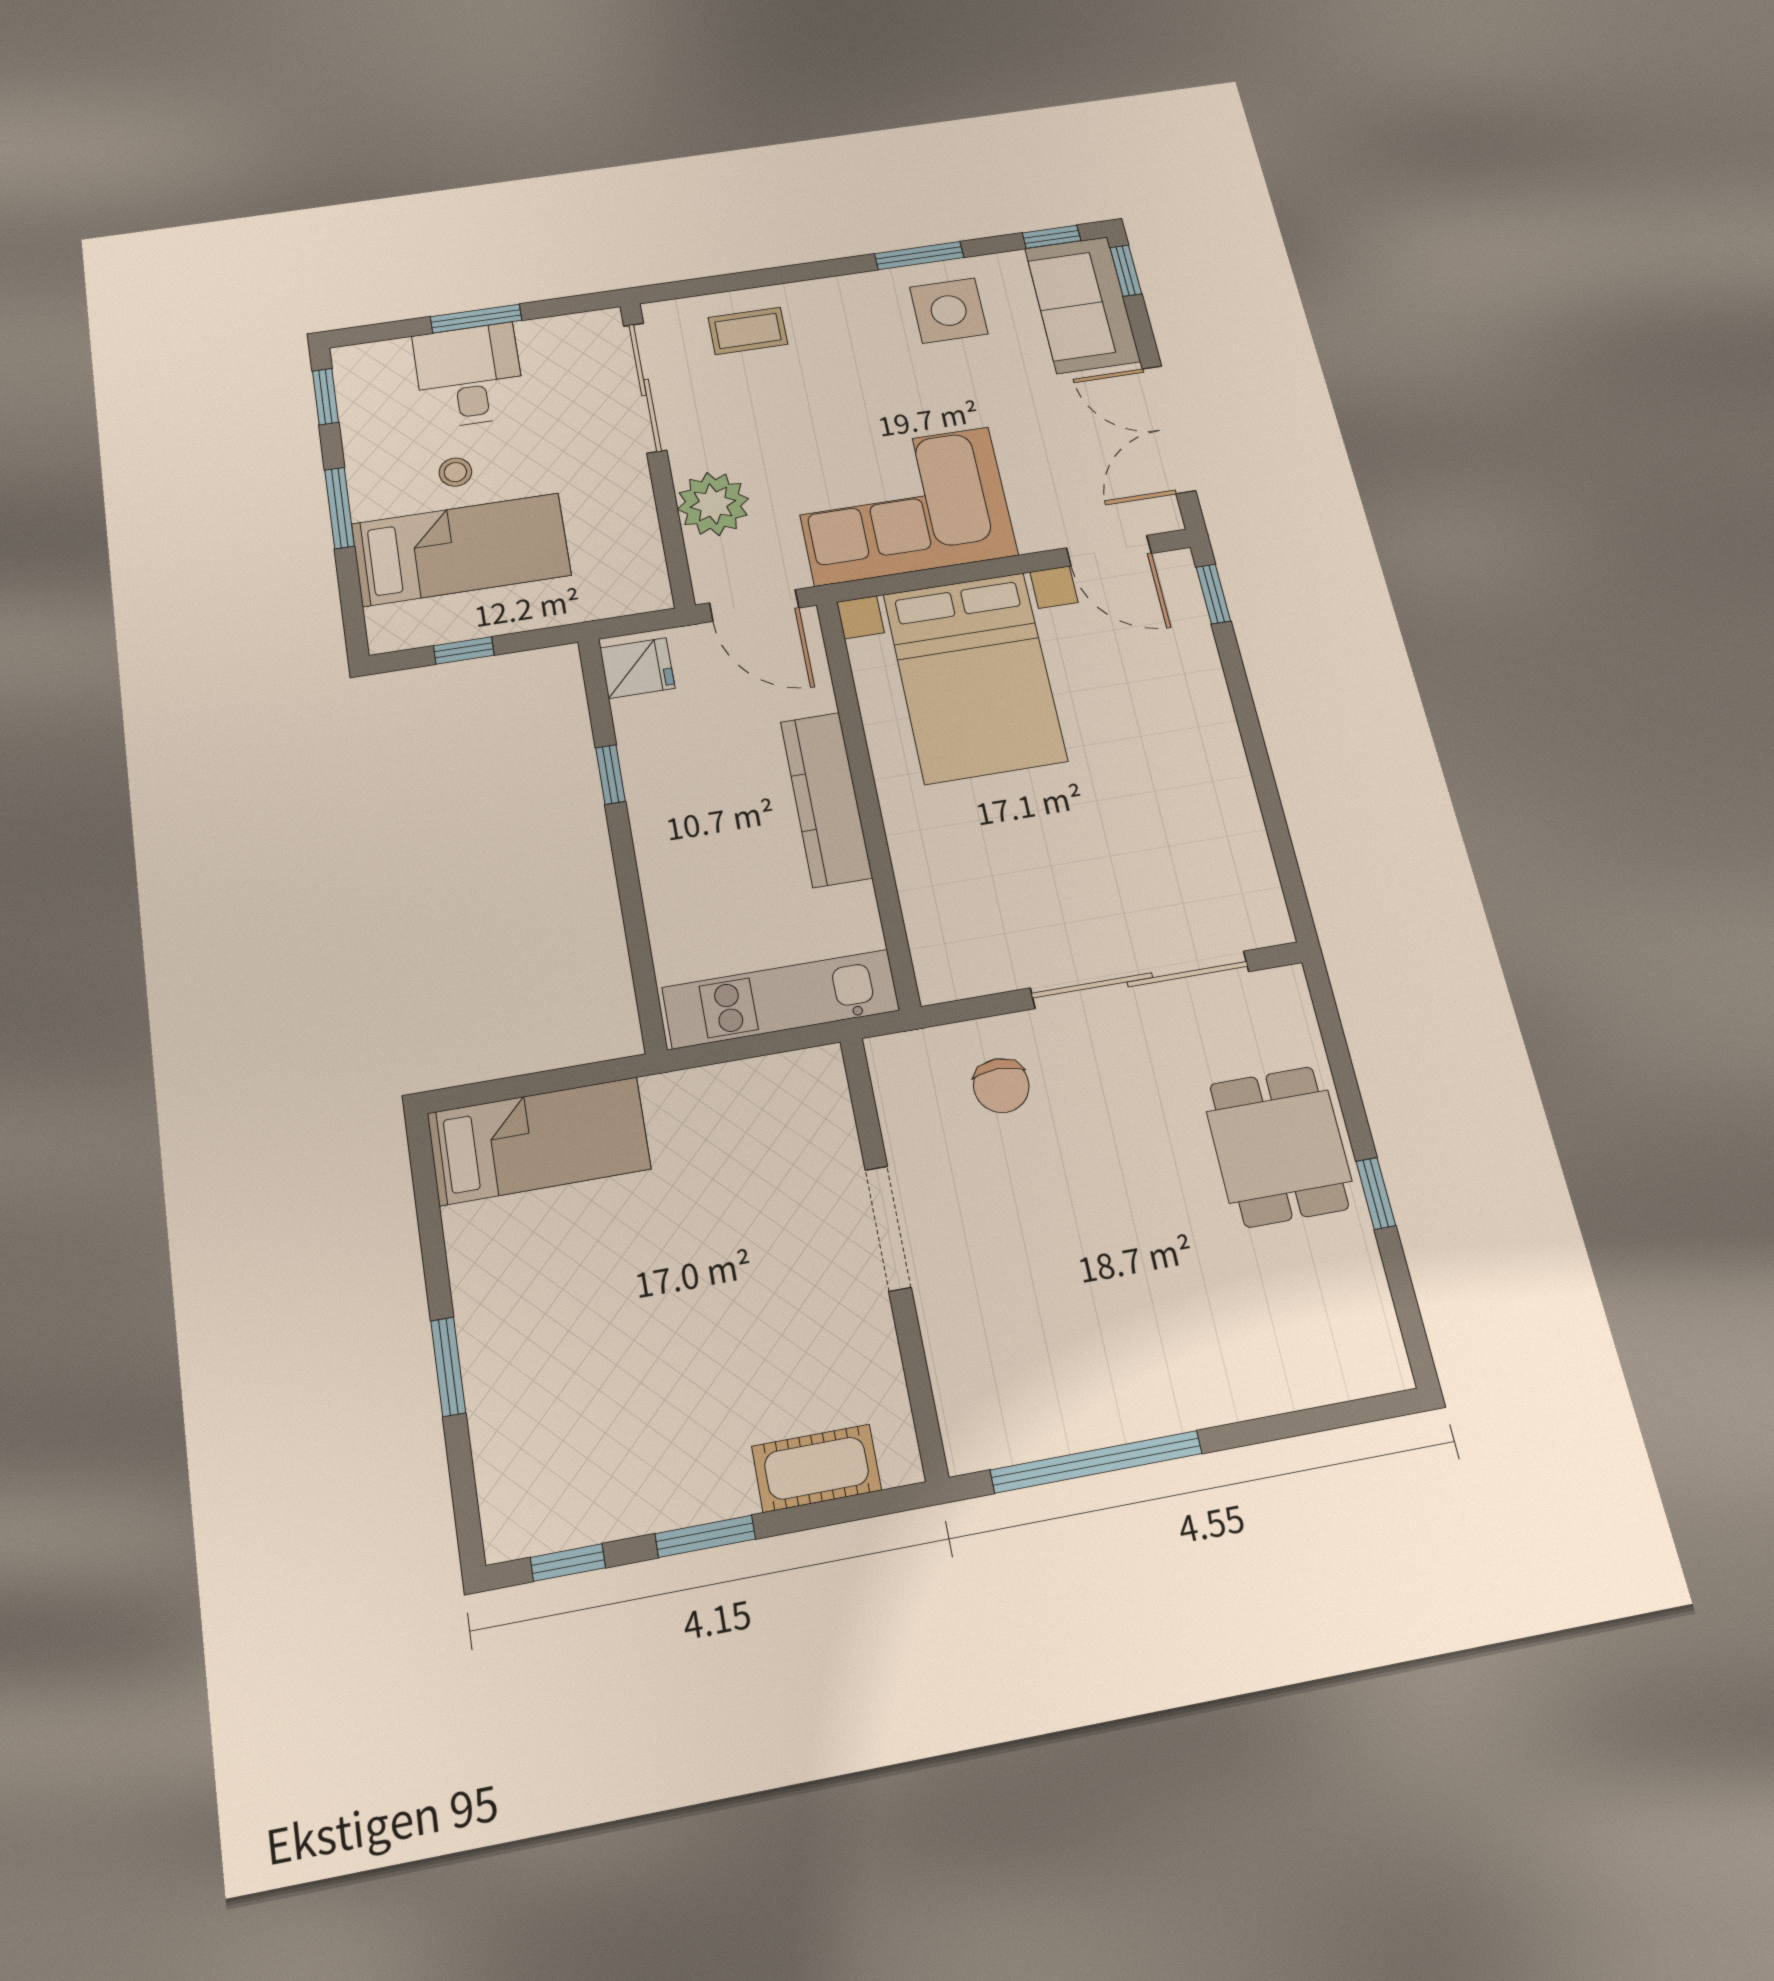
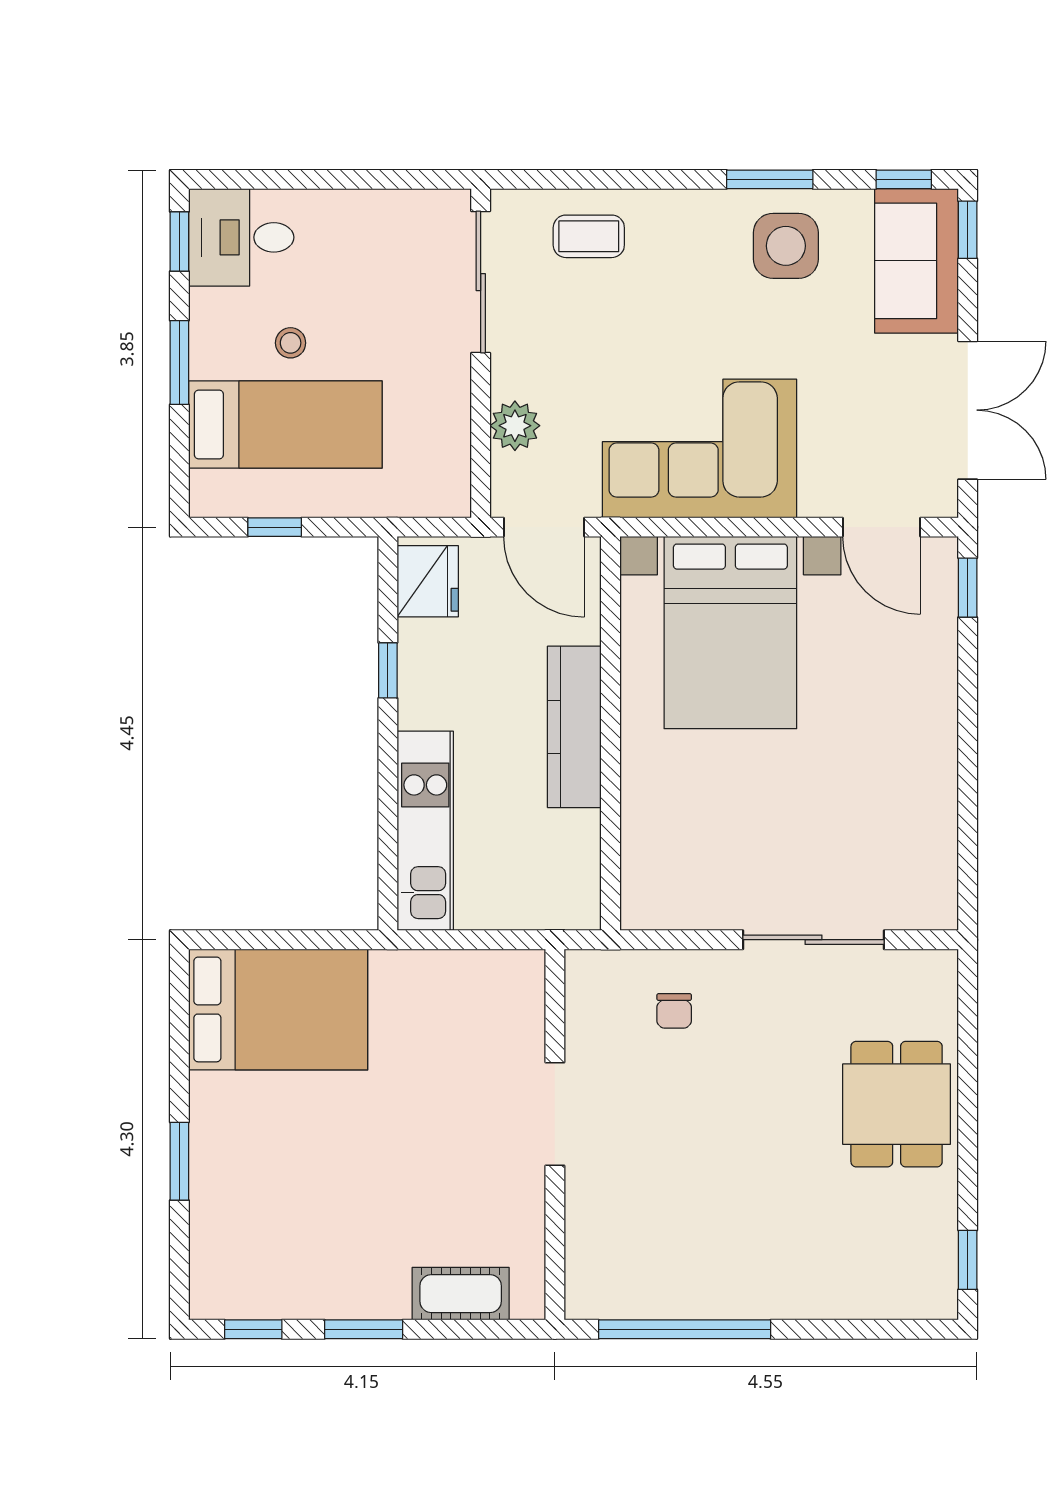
window: (476, 319) -> (332, 179), removed
desk: (469, 376) -> (241, 237), moved, turned -90
double door: (1169, 429) -> (968, 410), swing flipped
plant: (713, 504) -> (515, 426), width x0.73, depth x0.73
fridge: (637, 668) -> (428, 581), width x1.38
sliding door: (1140, 980) -> (813, 940), width x0.73
kitchen unit: (781, 999) -> (425, 831), moved, turned 90
chair: (1001, 1086) -> (674, 1011), width x0.73, depth x0.73
bed: (539, 1141) -> (278, 1009), width x1.50
window: (1376, 1193) -> (968, 1260), moved

